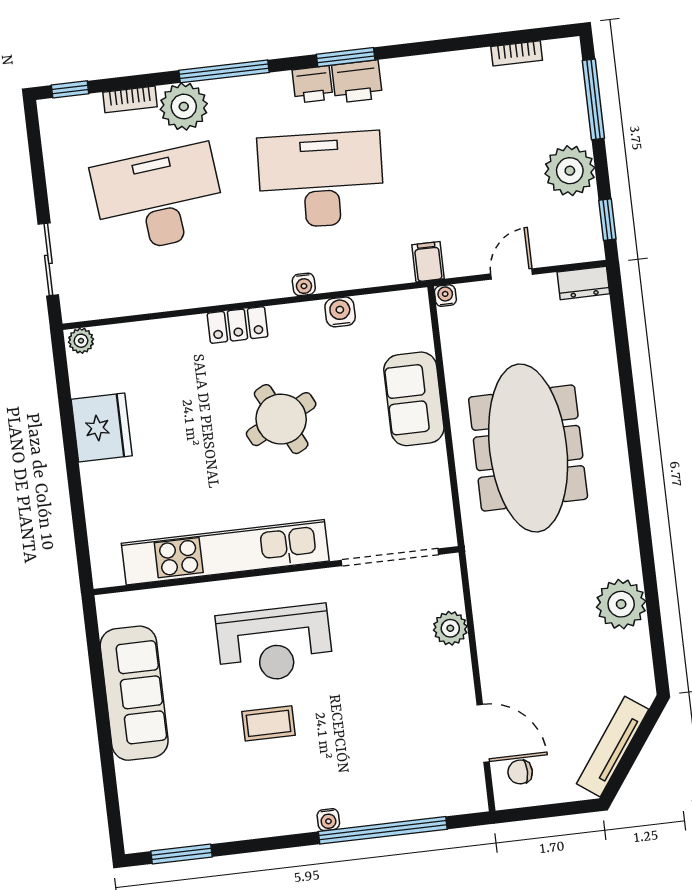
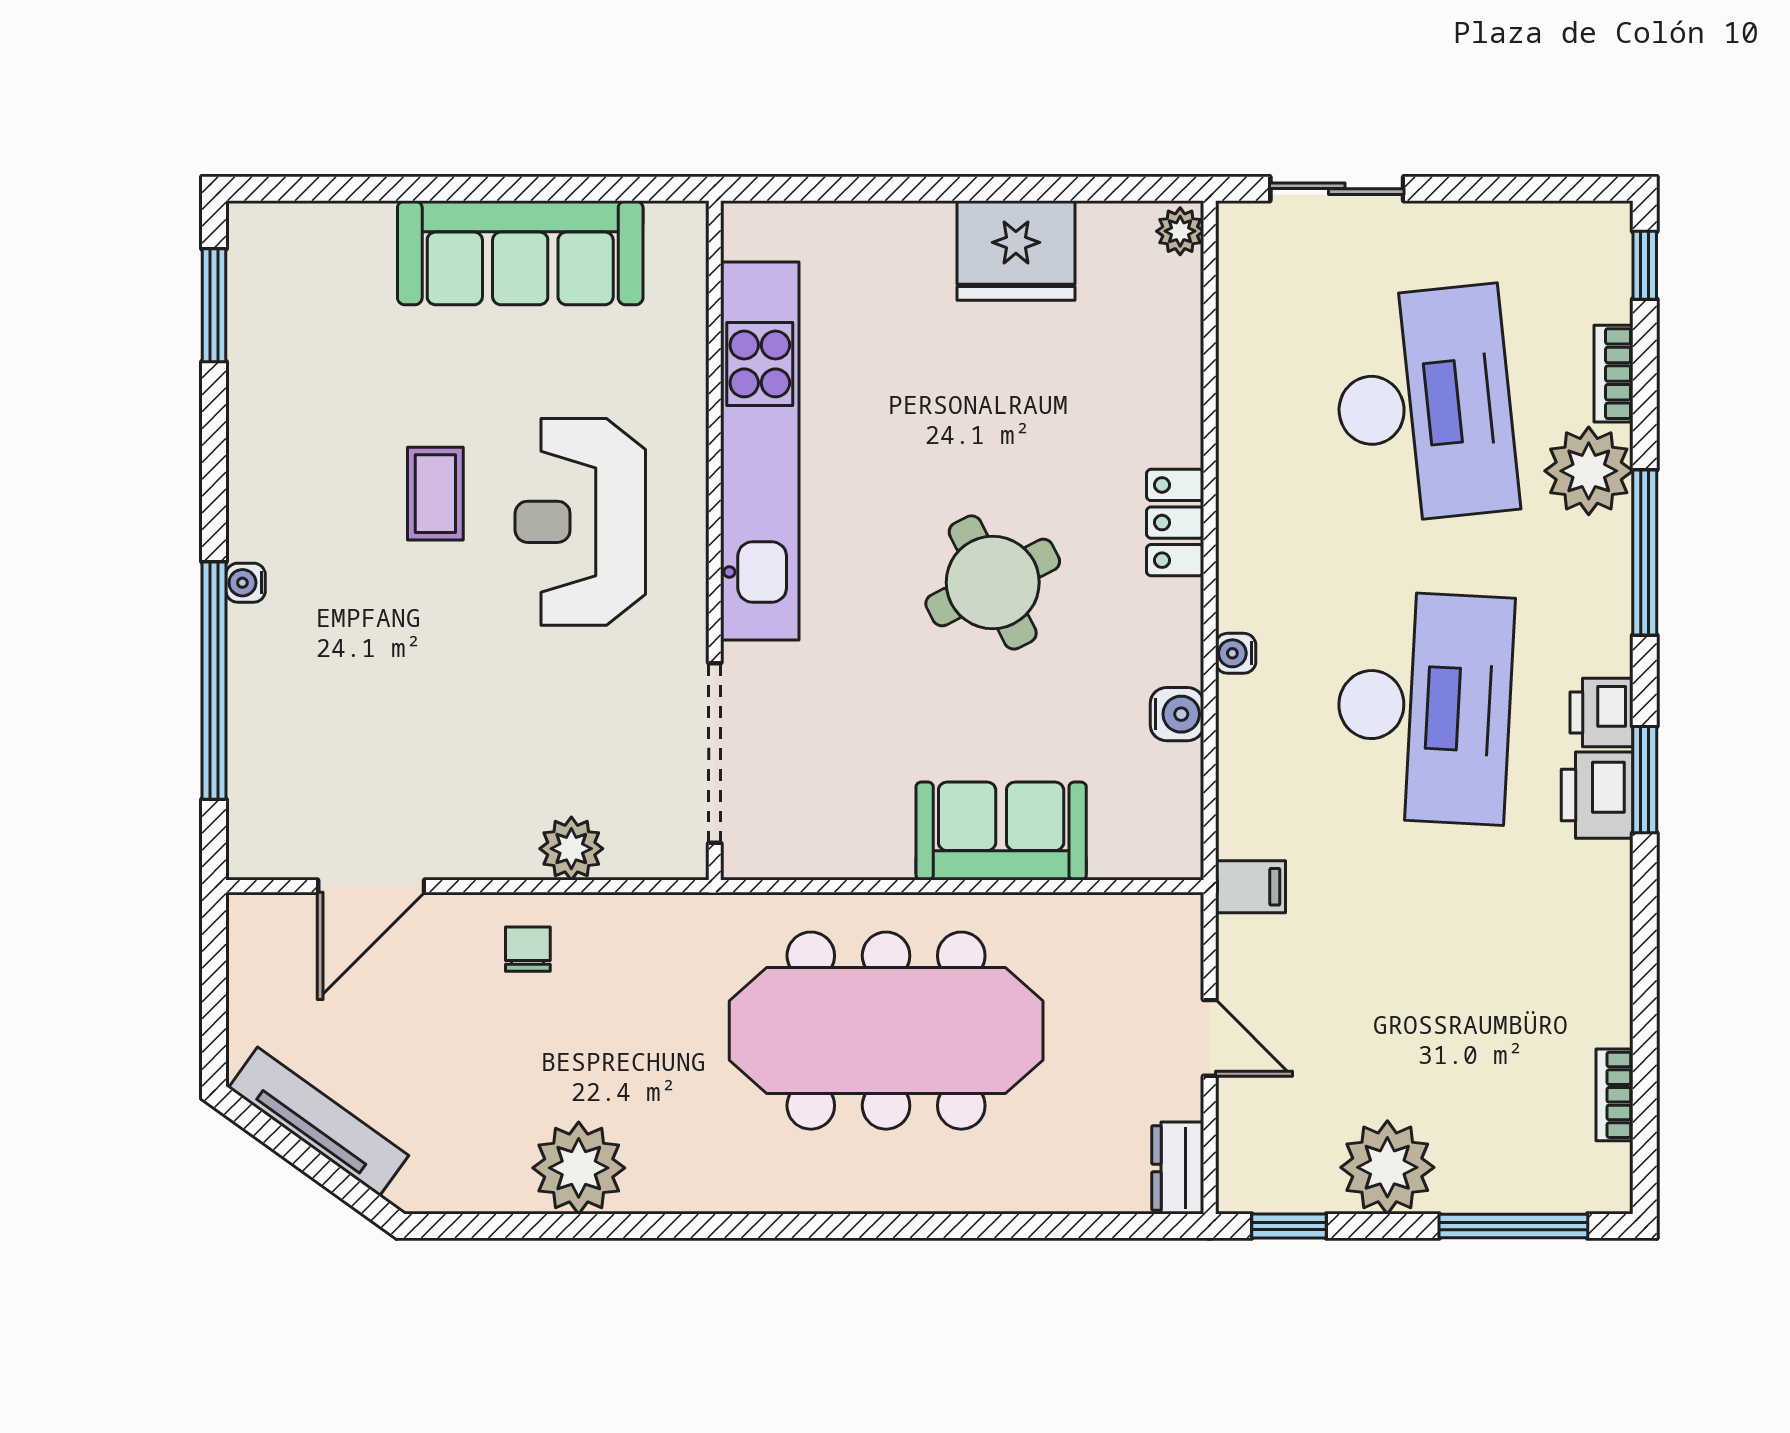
water cooler: (445, 296) -> (1184, 911), removed
chair: (520, 772) -> (528, 949), moved

